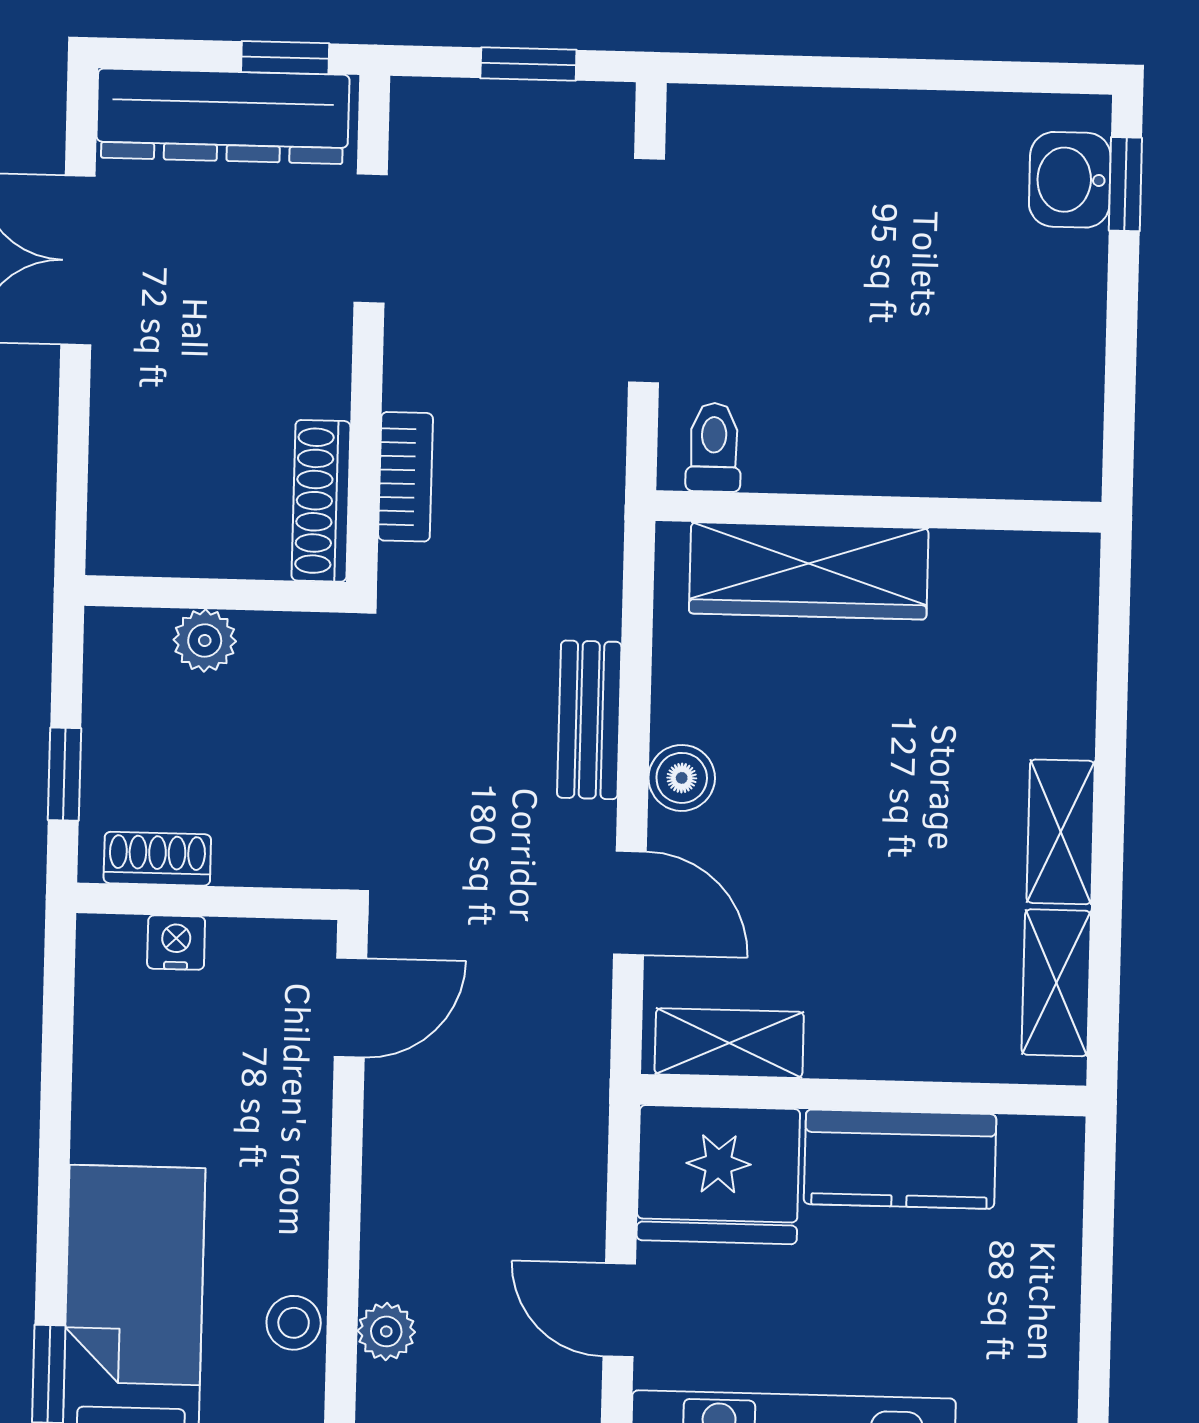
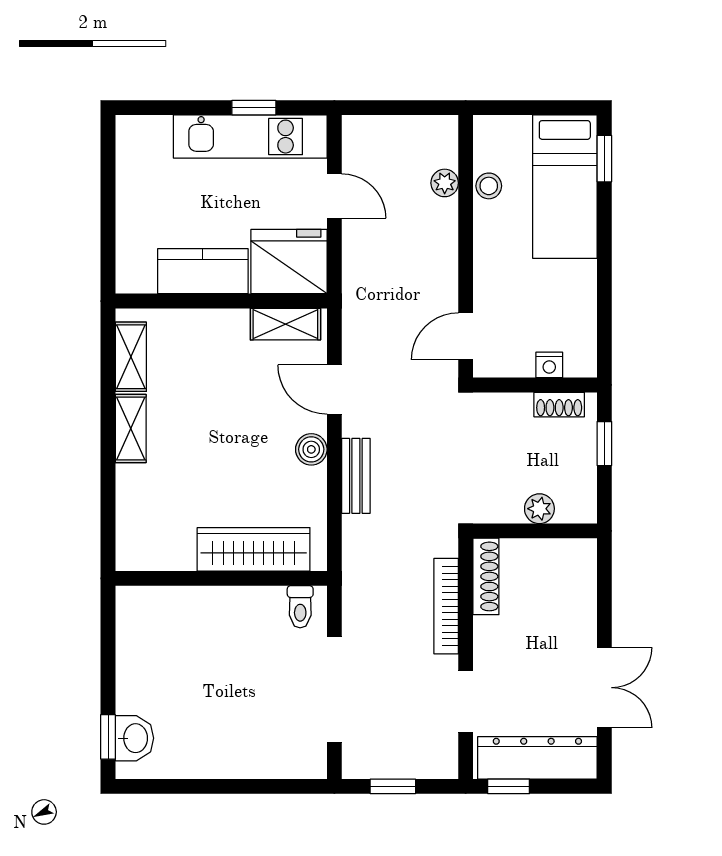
bookcase: (405, 477) -> (446, 606), width x1.56

